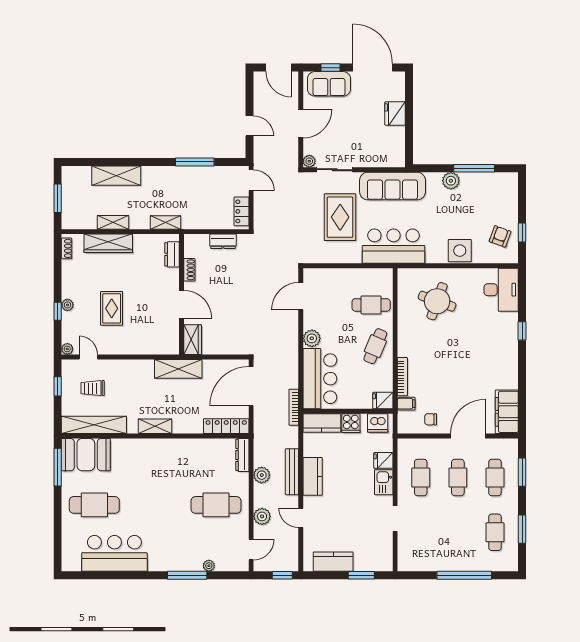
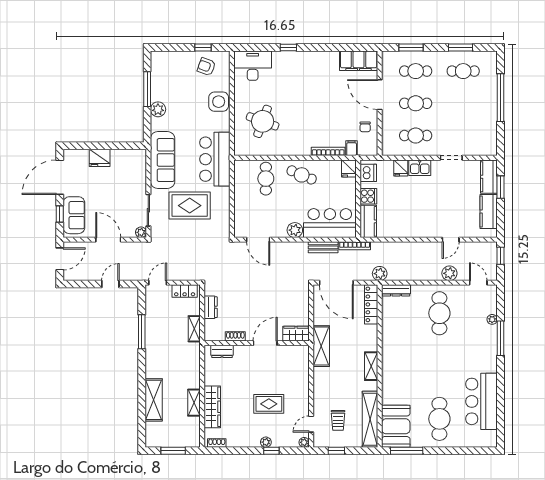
shelving: (166, 223) -> (194, 329), moved
bench: (292, 472) -> (323, 247), moved, width x0.73
plant: (262, 475) -> (380, 274), moved
kitchen counter: (313, 476) -> (489, 177), moved, turned -90

